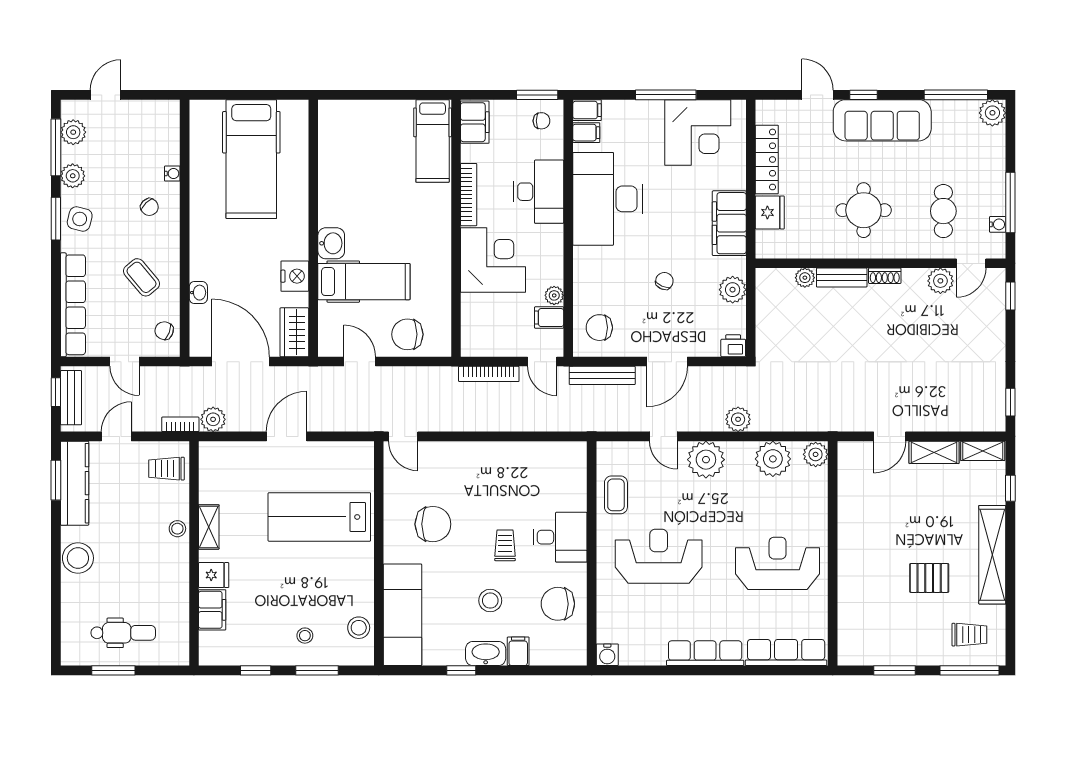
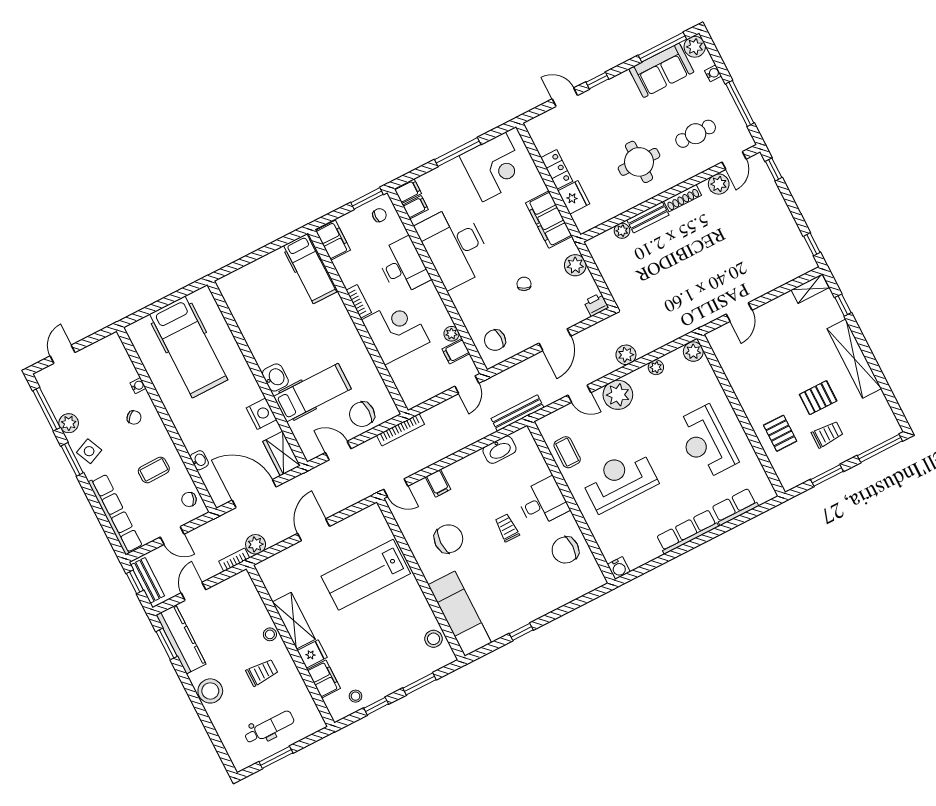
sofa: (882, 120) -> (661, 70), moved, width x0.73
plant: (73, 132) -> (53, 392), removed
locker: (767, 159) -> (557, 169), width x0.66
bookcase: (469, 195) -> (359, 301), width x0.64
cafe table: (943, 211) -> (696, 134), turned 90
side table: (80, 219) -> (89, 451), turned -38
water cooler: (998, 224) -> (713, 73), moved
shoe rack: (885, 276) -> (682, 198), width x1.43
coffee table: (142, 277) -> (154, 470), turned -51
door: (542, 362) -> (467, 385), hinge flipped
bookcase: (489, 374) -> (400, 430), moved
bench: (602, 375) -> (518, 413), moved
shelving: (934, 452) -> (776, 307), removed
plant: (773, 459) -> (656, 367), width x0.53, depth x0.53
trolley: (167, 469) -> (262, 672), moved, turned 180
shelving: (209, 527) -> (294, 621), width x1.50, depth x1.33
reception desk: (778, 563) -> (706, 442), turned -90
pallet: (866, 596) -> (780, 433), added
stool: (490, 601) -> (517, 572), removed
trolley: (969, 635) -> (827, 434), moved
stool: (305, 636) -> (356, 696), moved
filing cabinet: (518, 651) -> (438, 483), moved, turned 180
row of seats: (786, 653) -> (735, 507), width x0.68
washbasin: (486, 654) -> (500, 450), moved, turned 180

